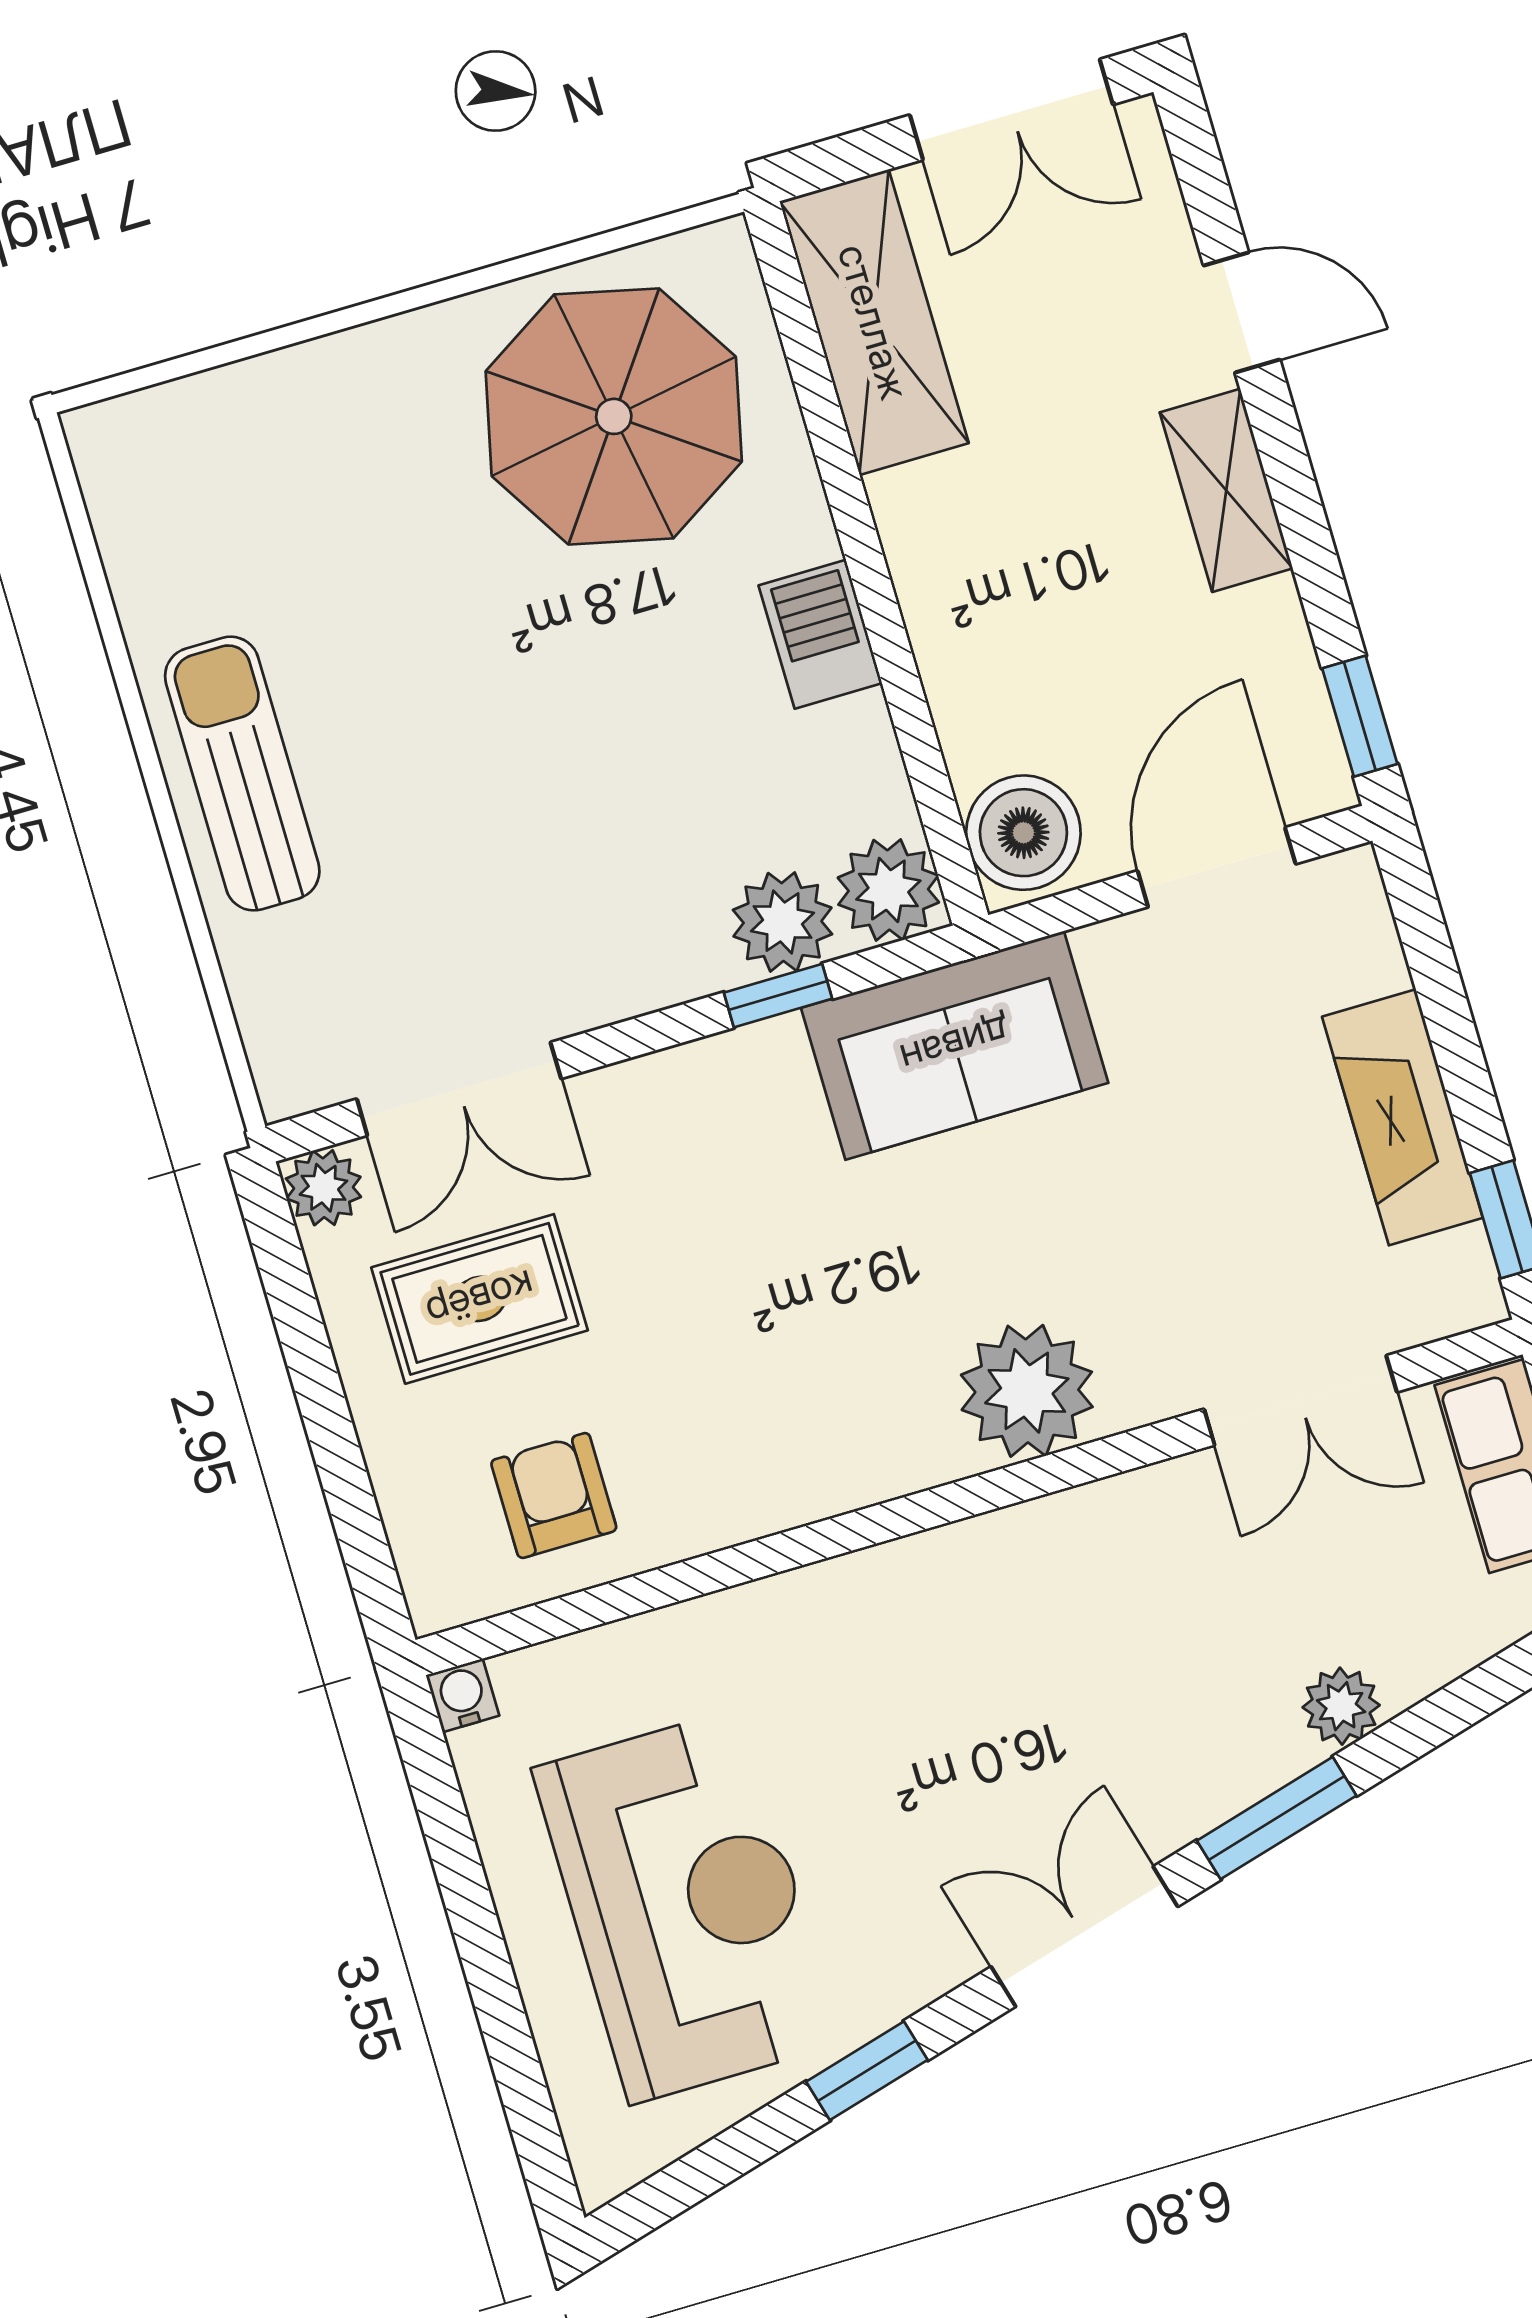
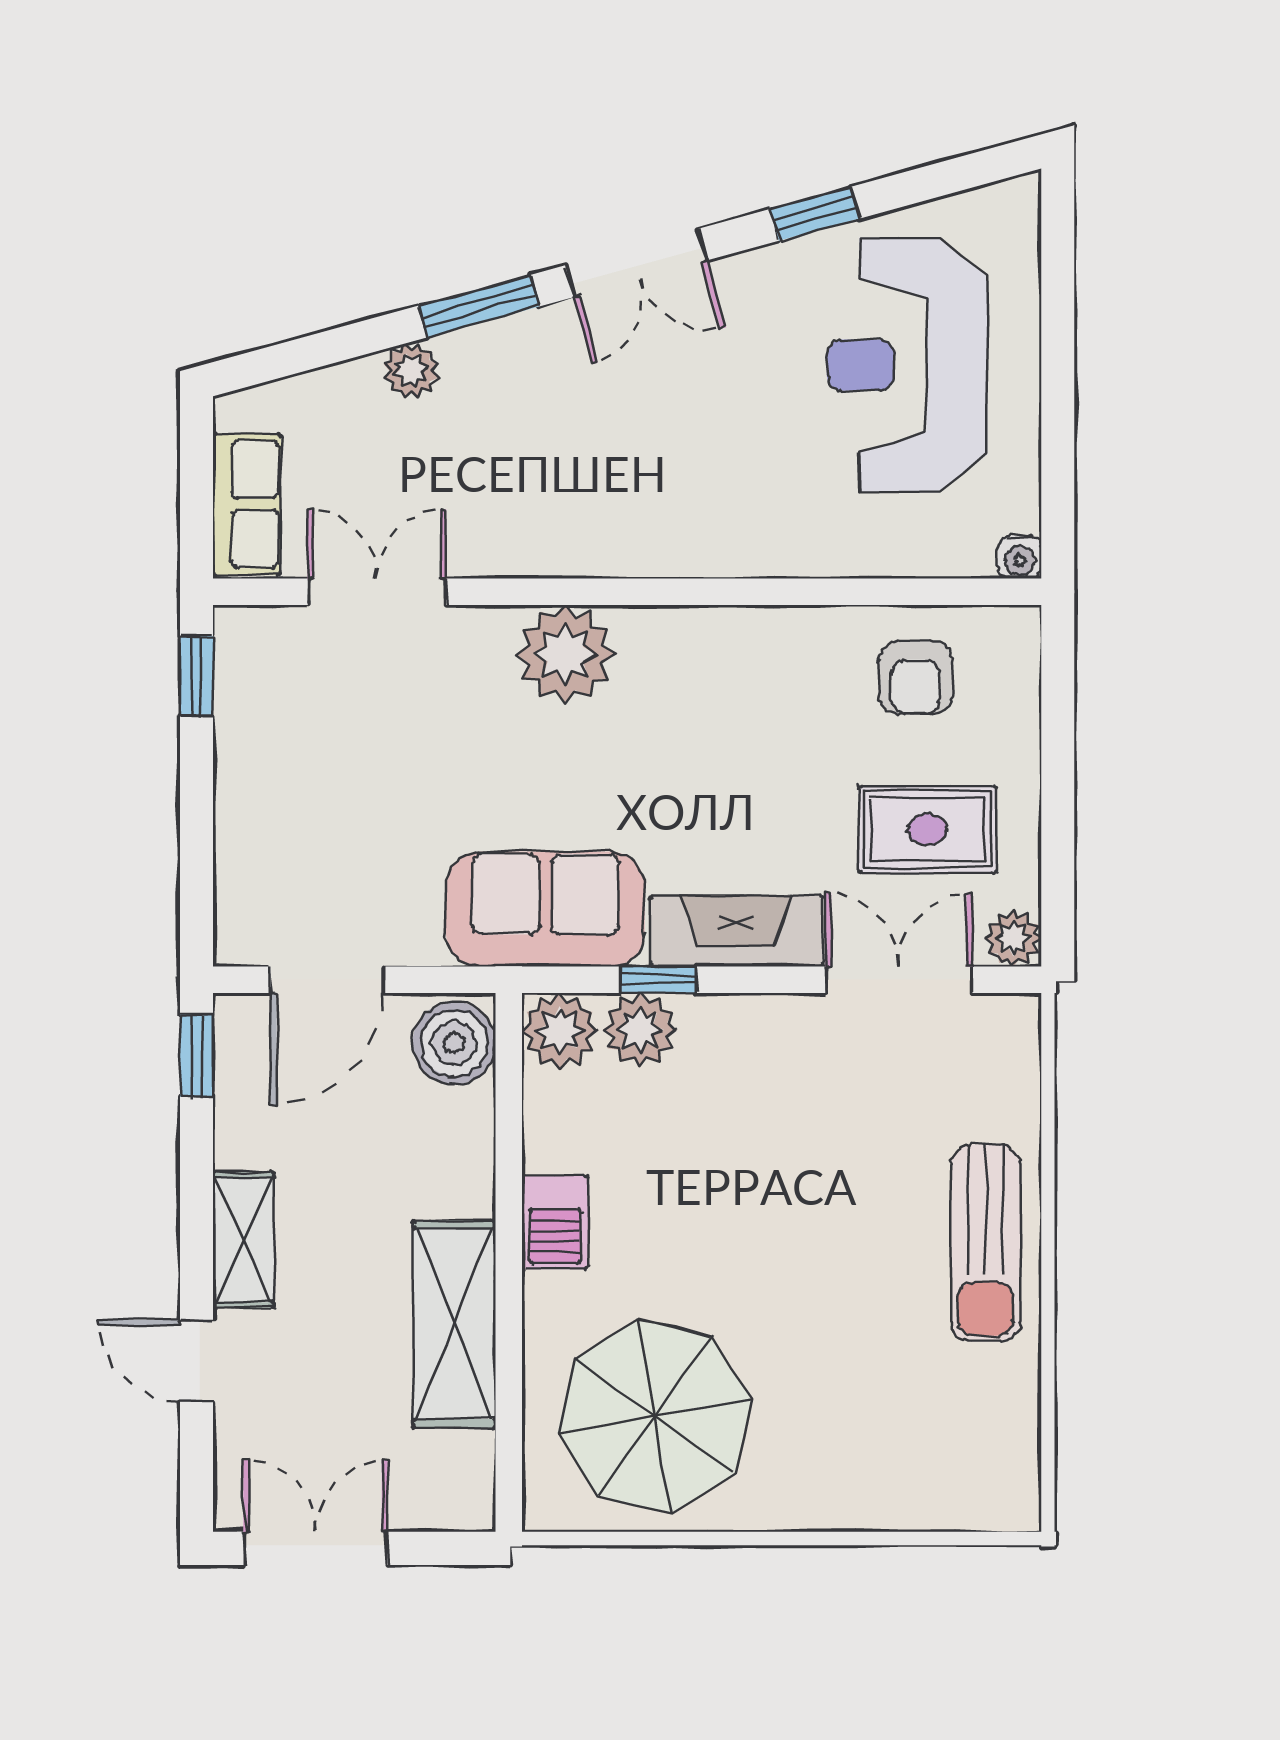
shelving: (874, 322) -> (454, 1324), moved
fireplace: (1402, 1117) -> (736, 931), moved, turned -90

